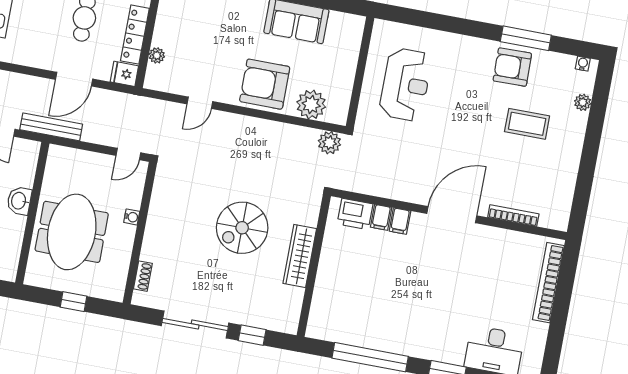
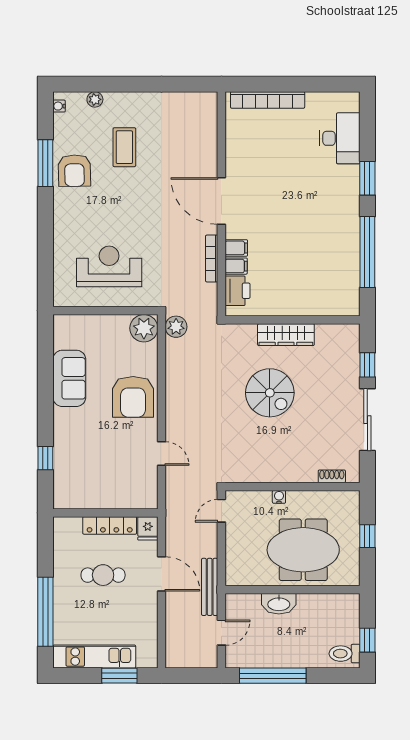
plant: (157, 55) -> (125, 502), removed
plant: (311, 105) -> (144, 328), moved
door: (128, 154) -> (221, 511), swing flipped
washbasin: (19, 201) -> (279, 604), width x1.38
bookcase: (513, 216) -> (212, 258), moved

